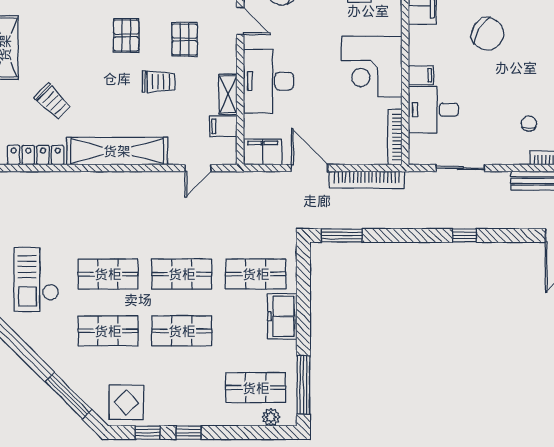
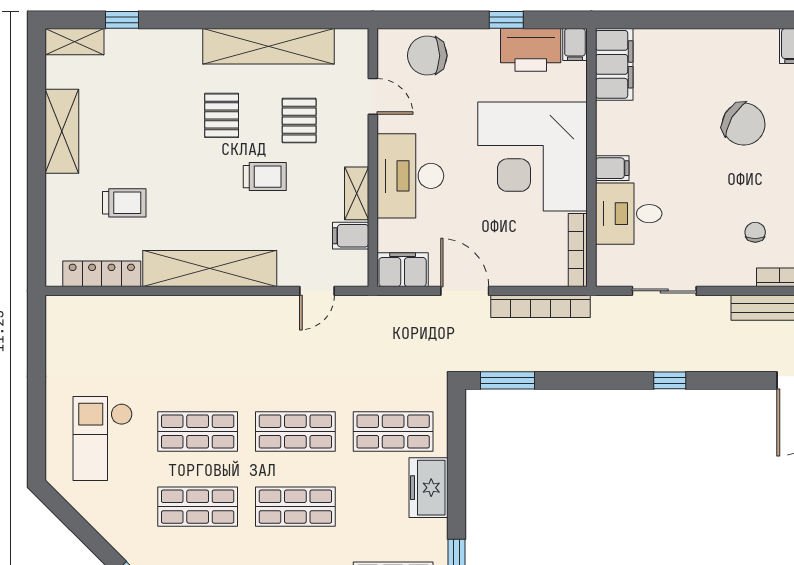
chair: (488, 34) -> (744, 124), moved
corner desk: (372, 67) -> (532, 157), width x1.36, depth x1.36
trolley: (53, 101) -> (124, 203), turned -45

